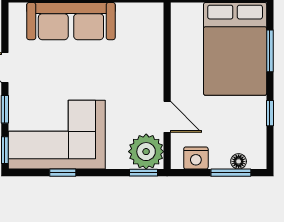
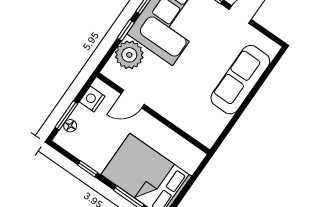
plant: (146, 152) -> (129, 55), moved
window: (144, 173) -> (126, 30), moved

